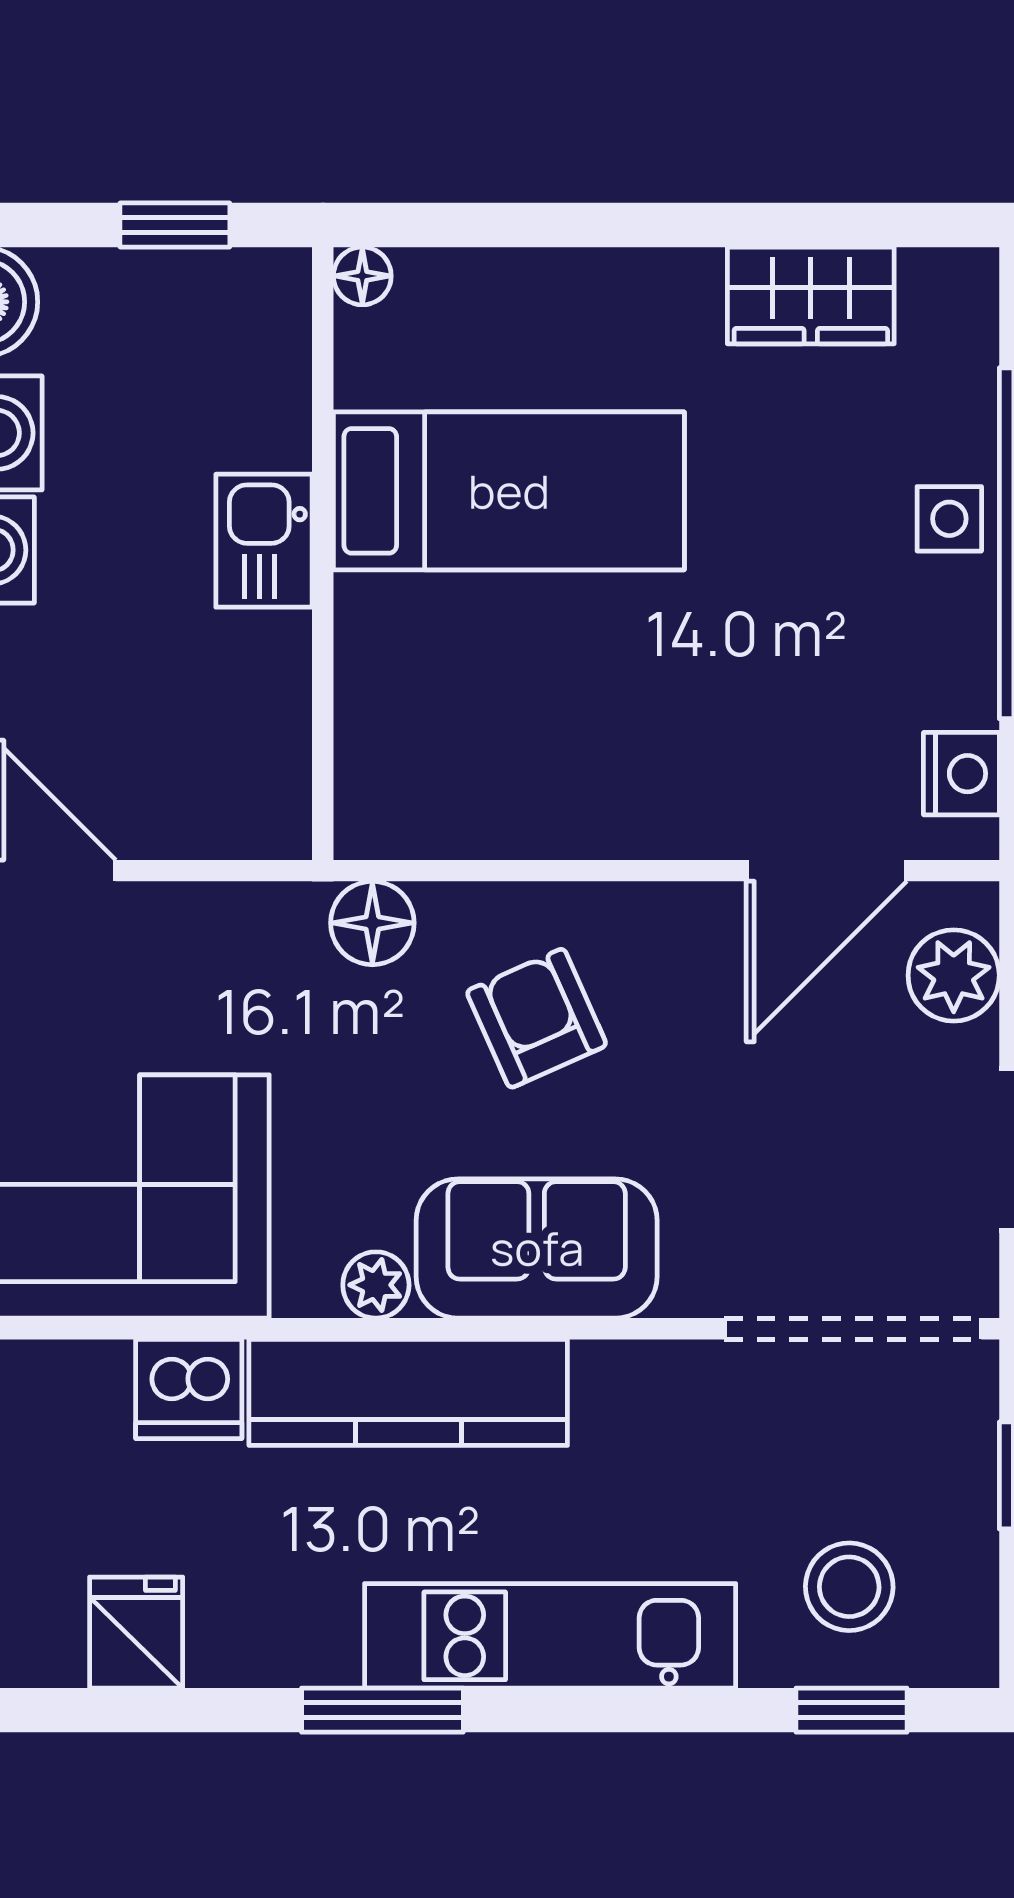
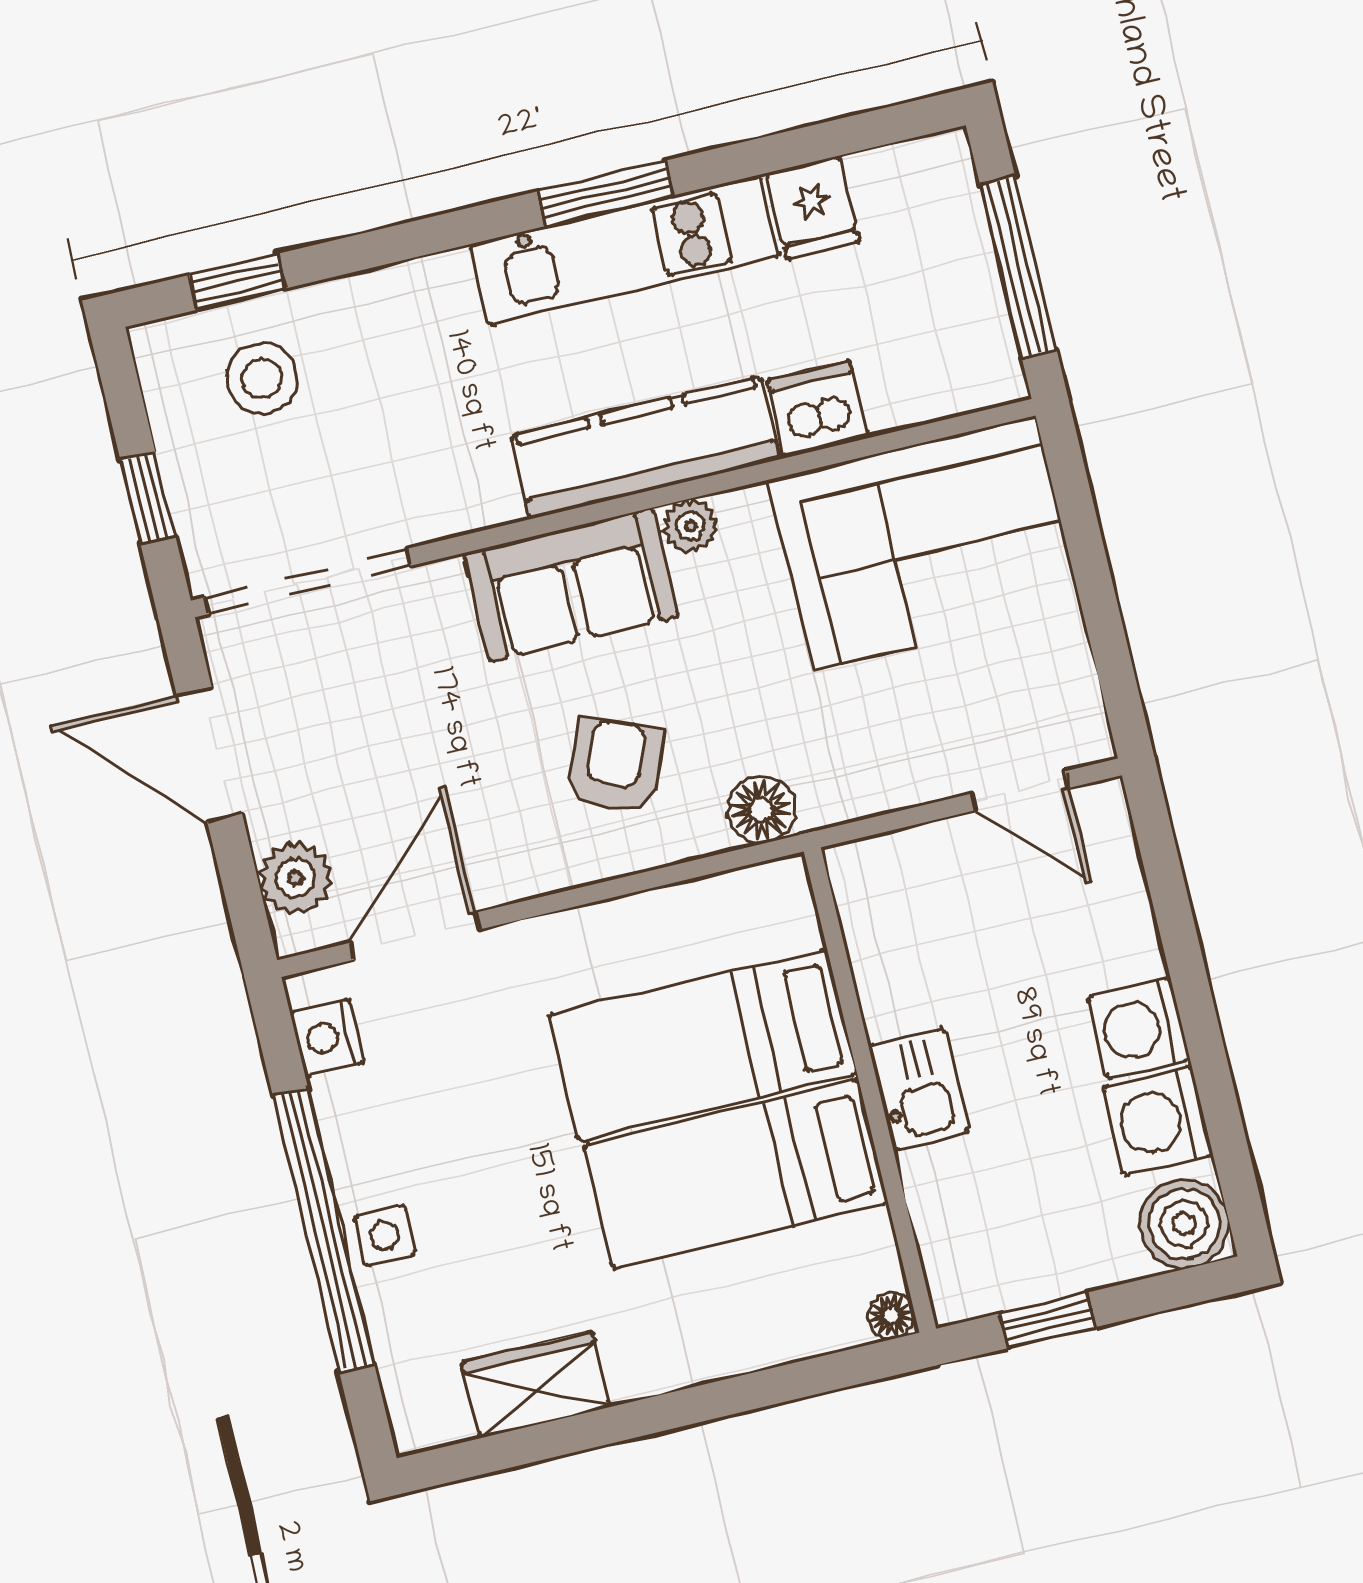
bed: (511, 657) -> (702, 1044), added
armchair: (537, 1018) -> (615, 766), turned -134
kitchen unit: (550, 1636) -> (625, 250), moved

